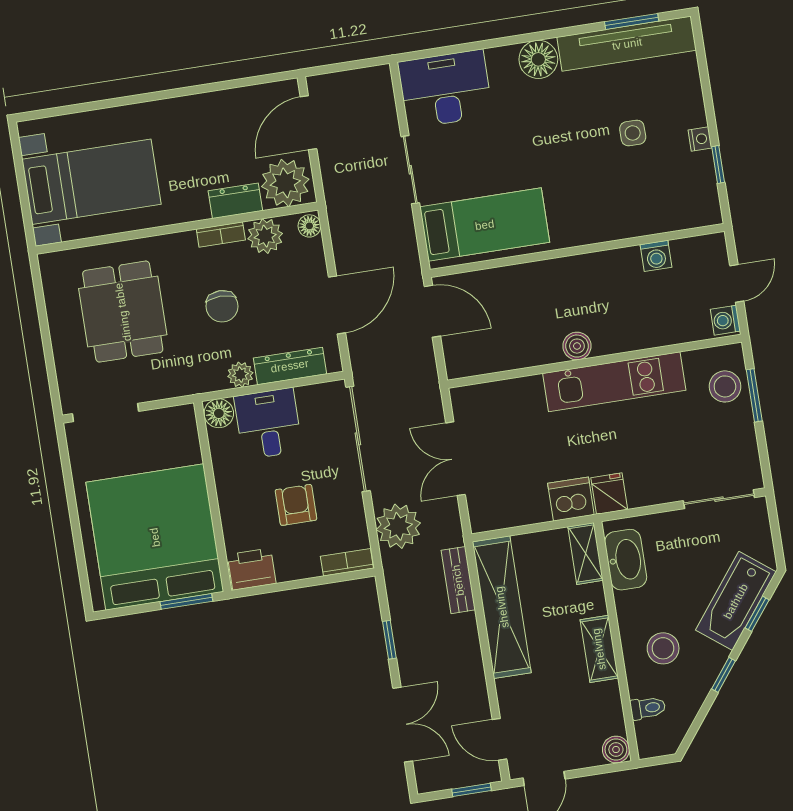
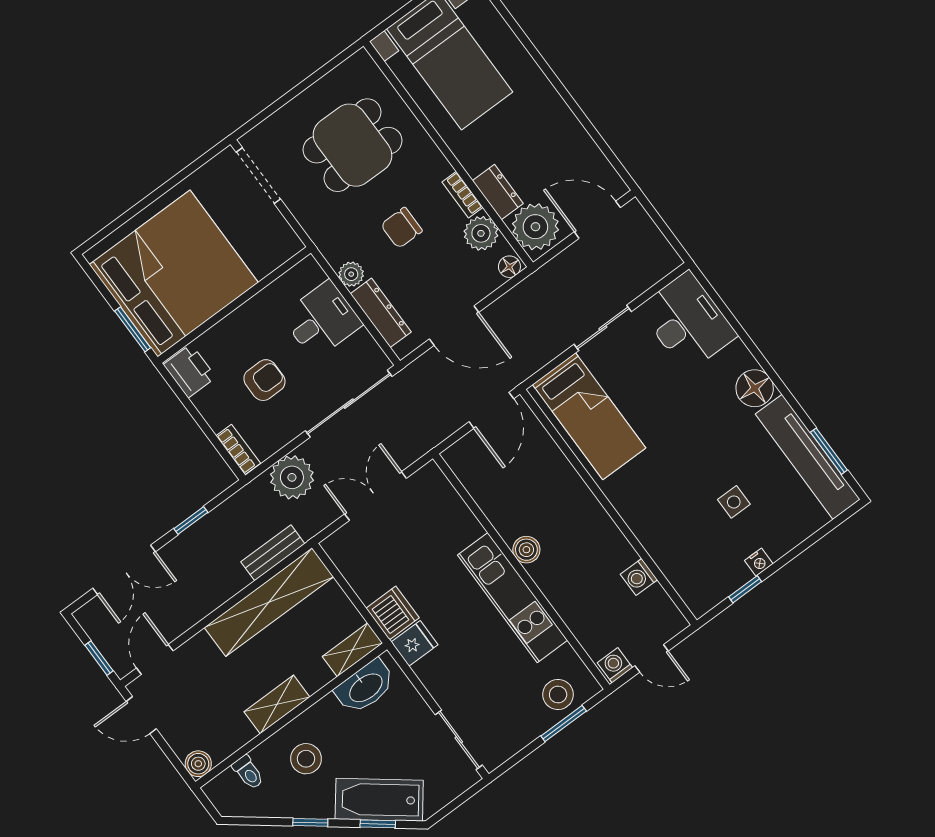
floor lamp: (219, 413) -> (308, 273), removed

